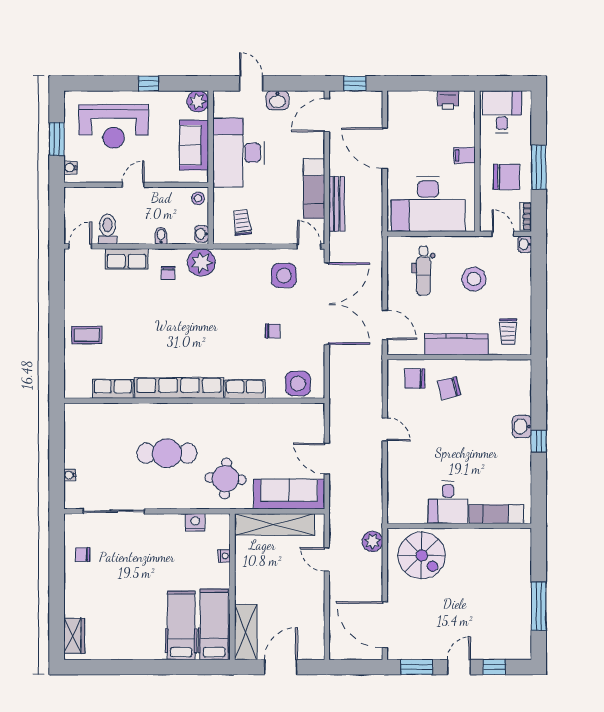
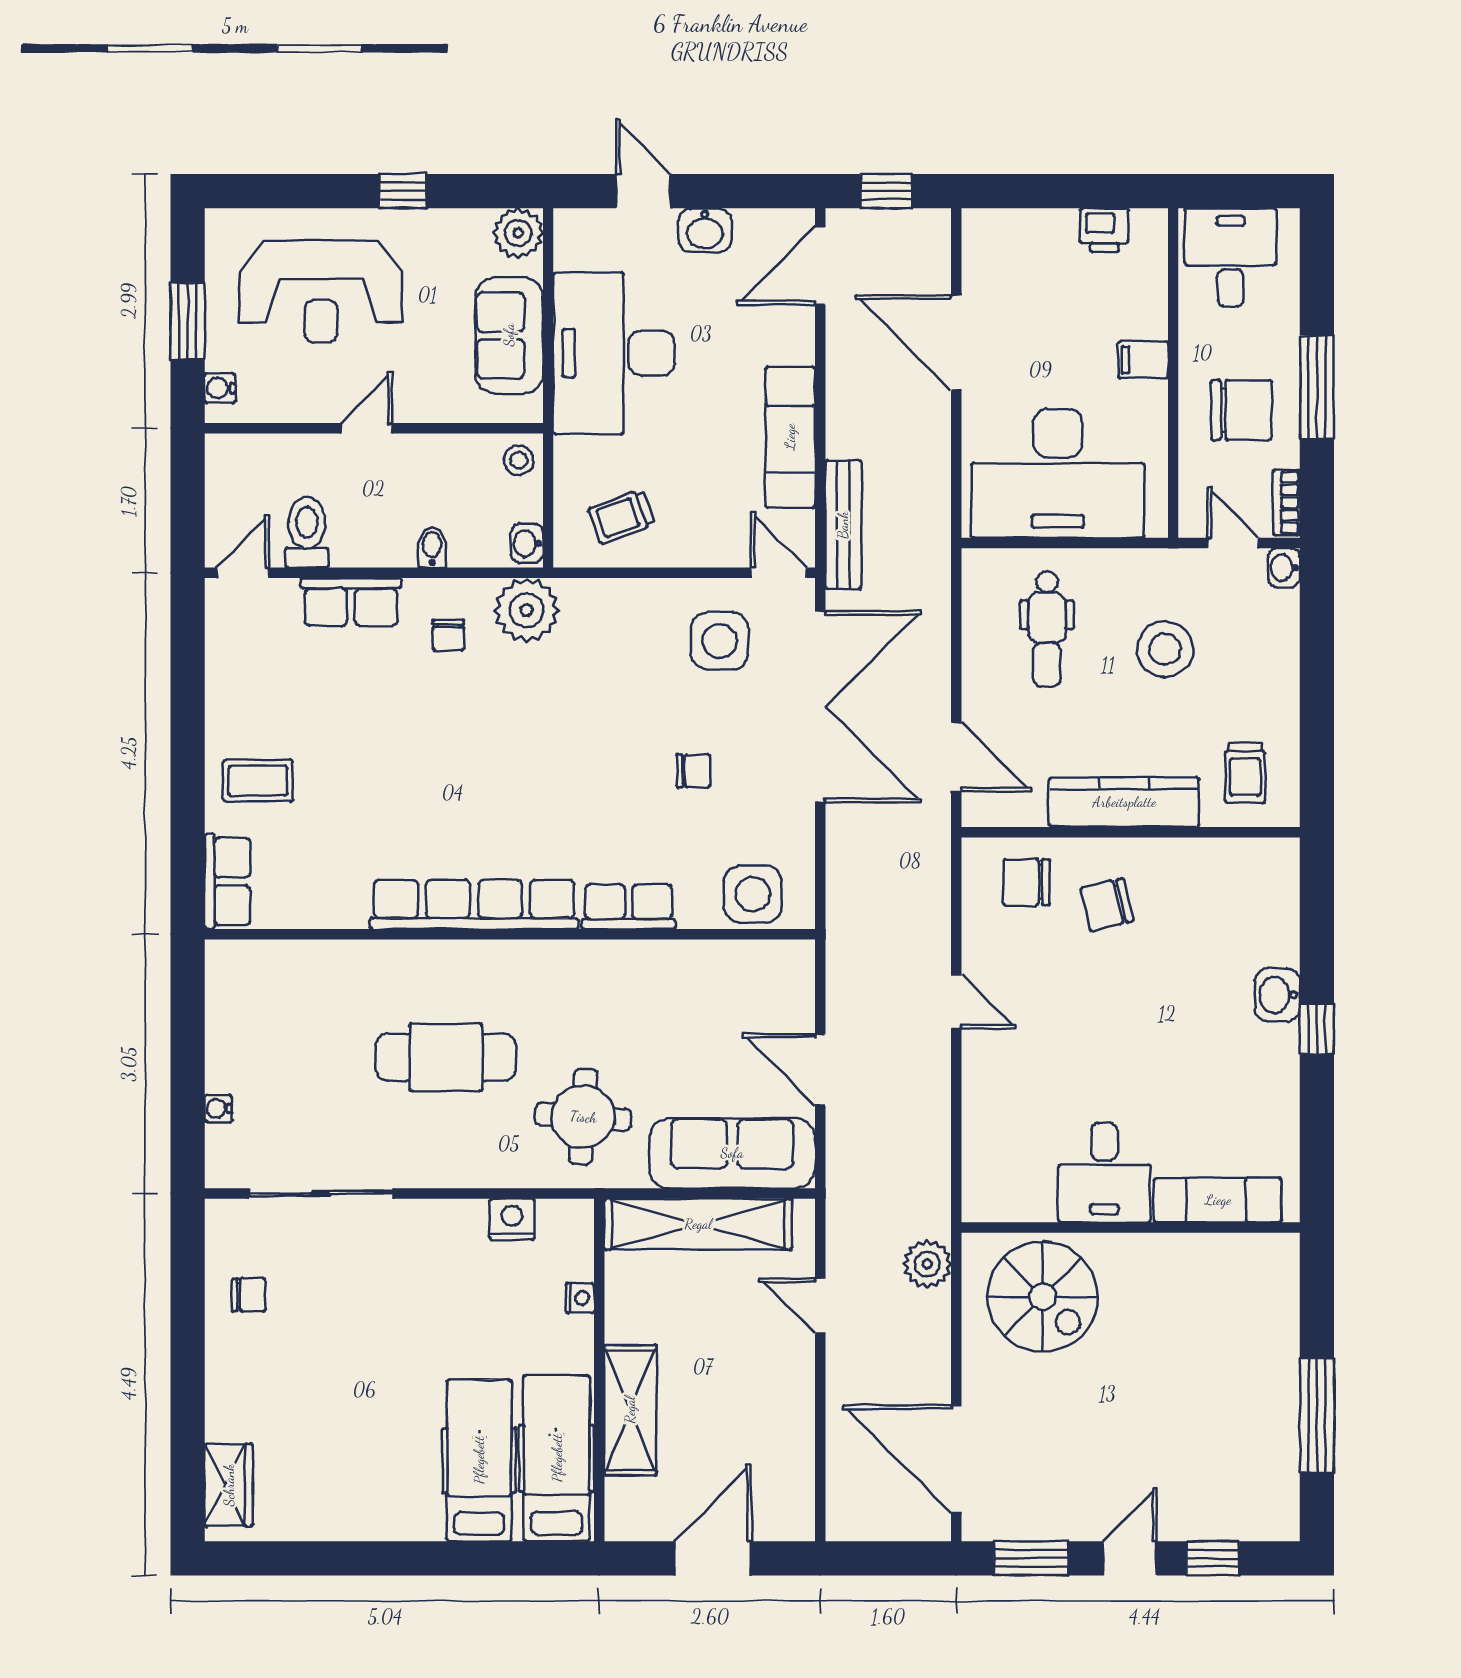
bench: (337, 204) -> (843, 525), moved
trolley: (242, 222) -> (622, 517), turned -104
row of seats: (113, 389) -> (227, 881), moved, turned 90
chair: (83, 555) -> (249, 1295), turned 180
shelving: (246, 632) -> (630, 1410), moved

